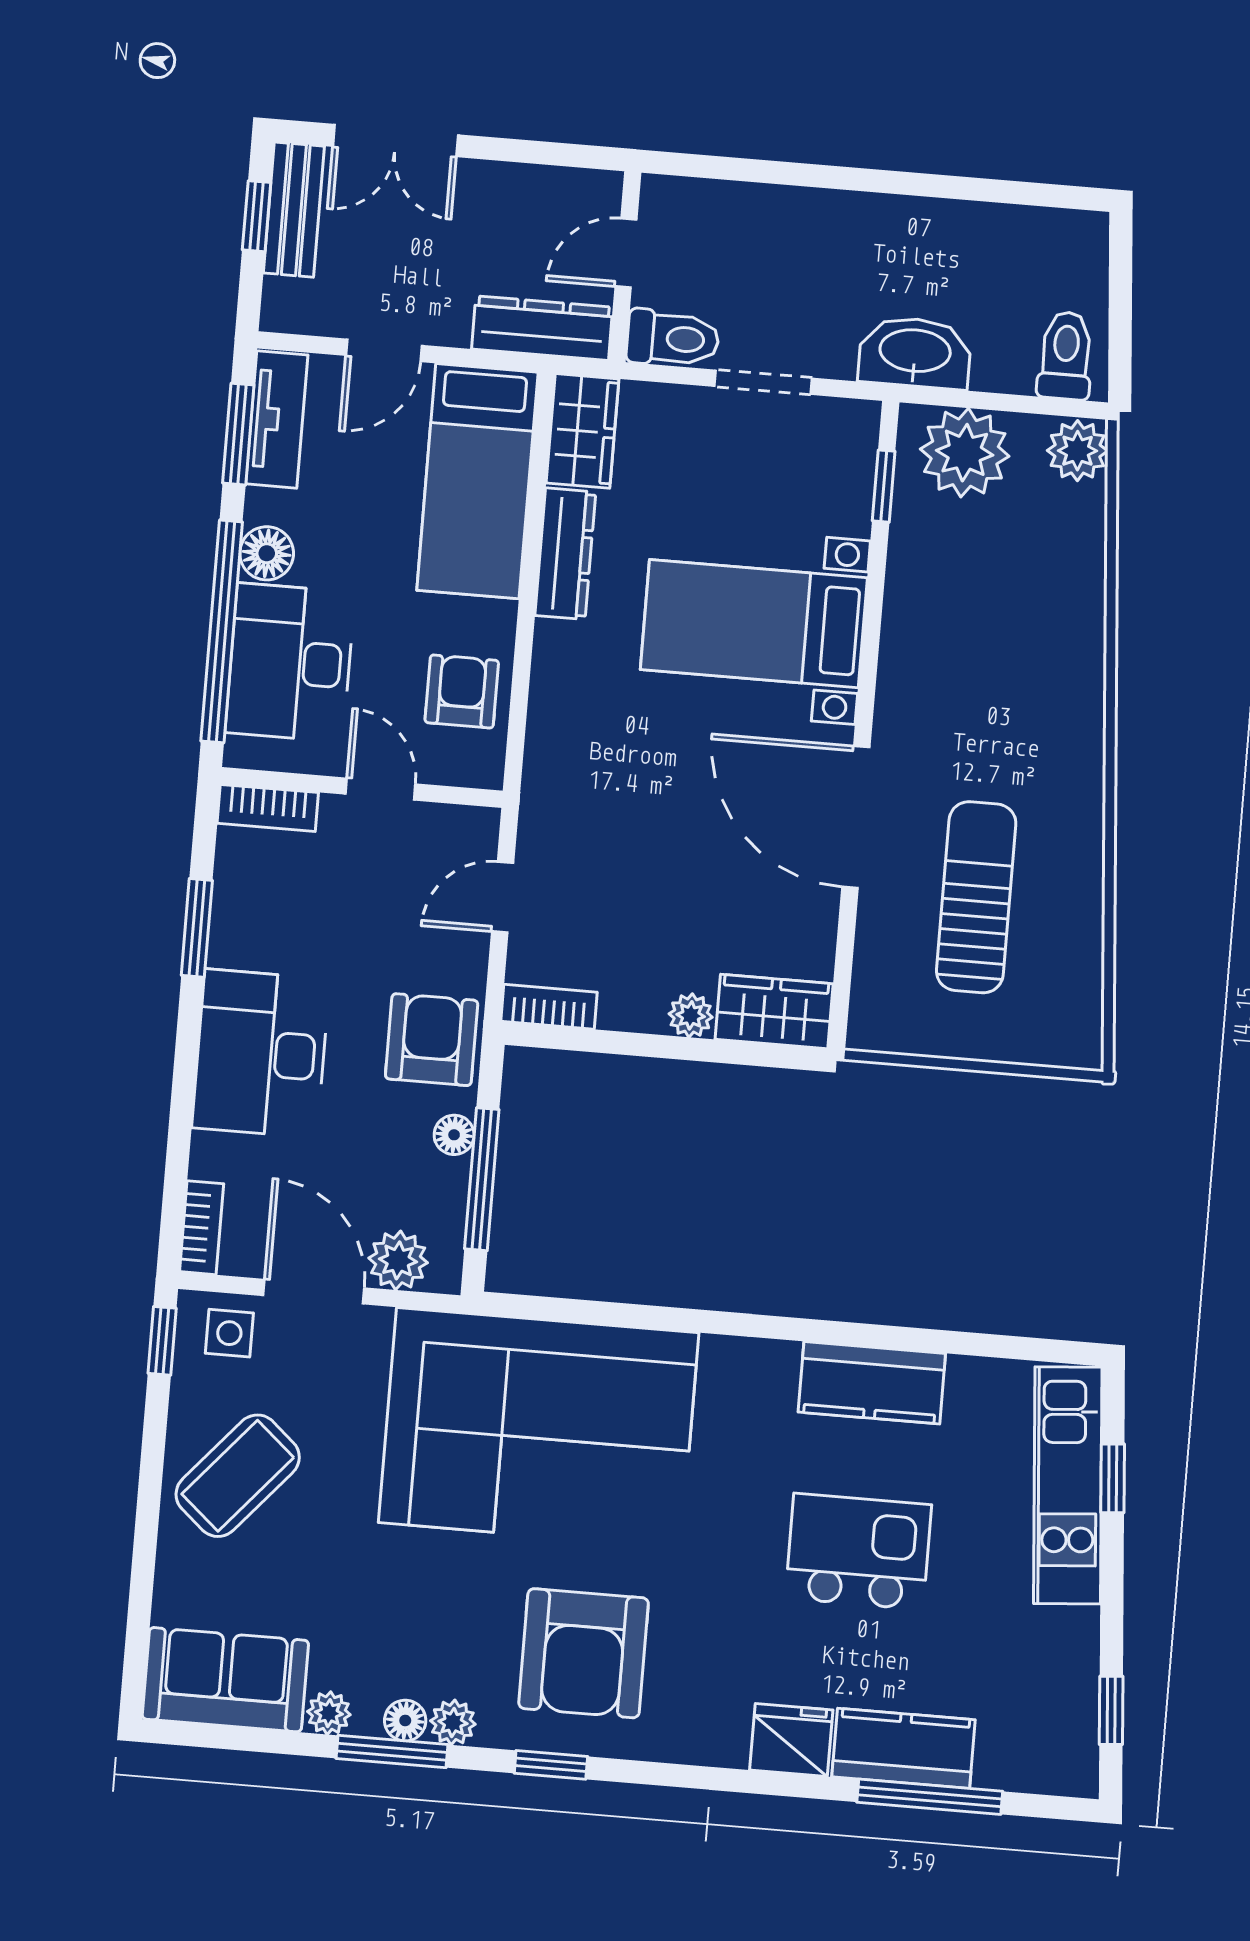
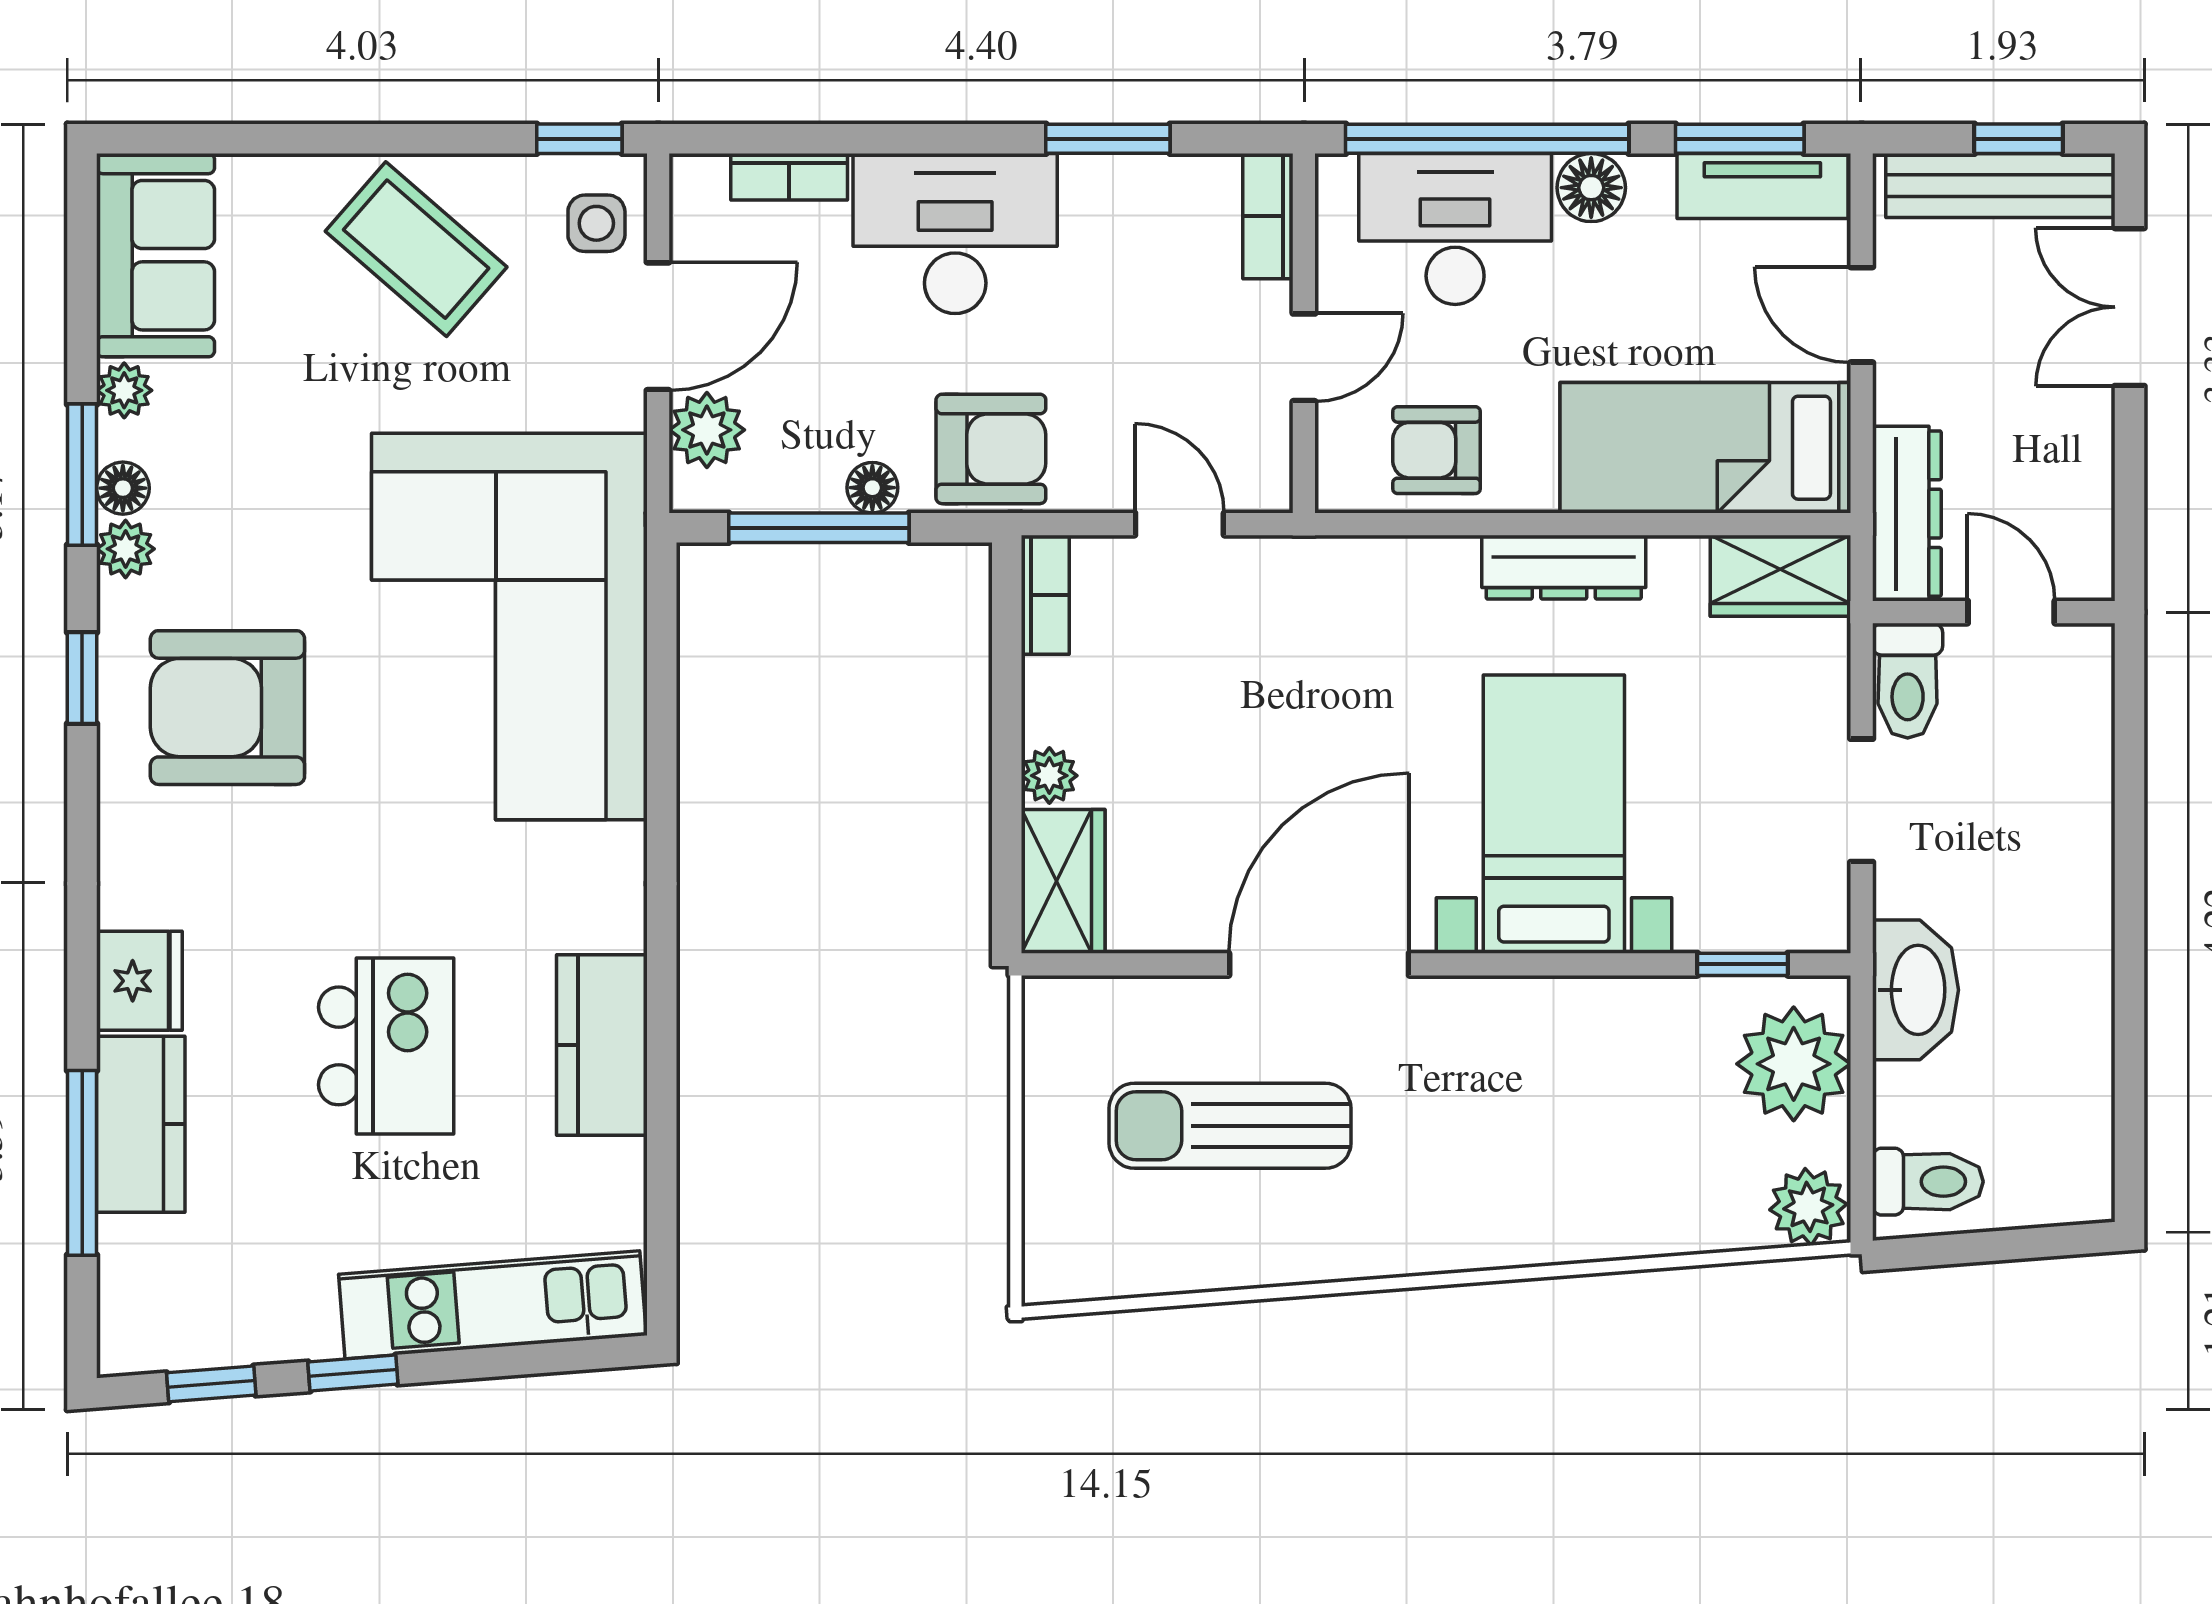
bench: (294, 210) -> (2000, 185), width x1.36
dresser: (565, 554) -> (1564, 567), moved
armchair: (462, 691) -> (1437, 450), turned 180
sun lounger: (976, 897) -> (1230, 1126), turned 180
bookcase: (202, 1228) -> (789, 177), moved
window: (1113, 1478) -> (353, 1373), moved

